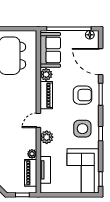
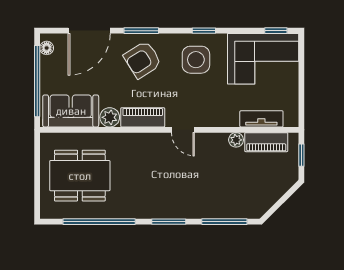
armchair: (82, 95) -> (143, 60), turned -122
plant: (47, 137) -> (210, 117), removed

